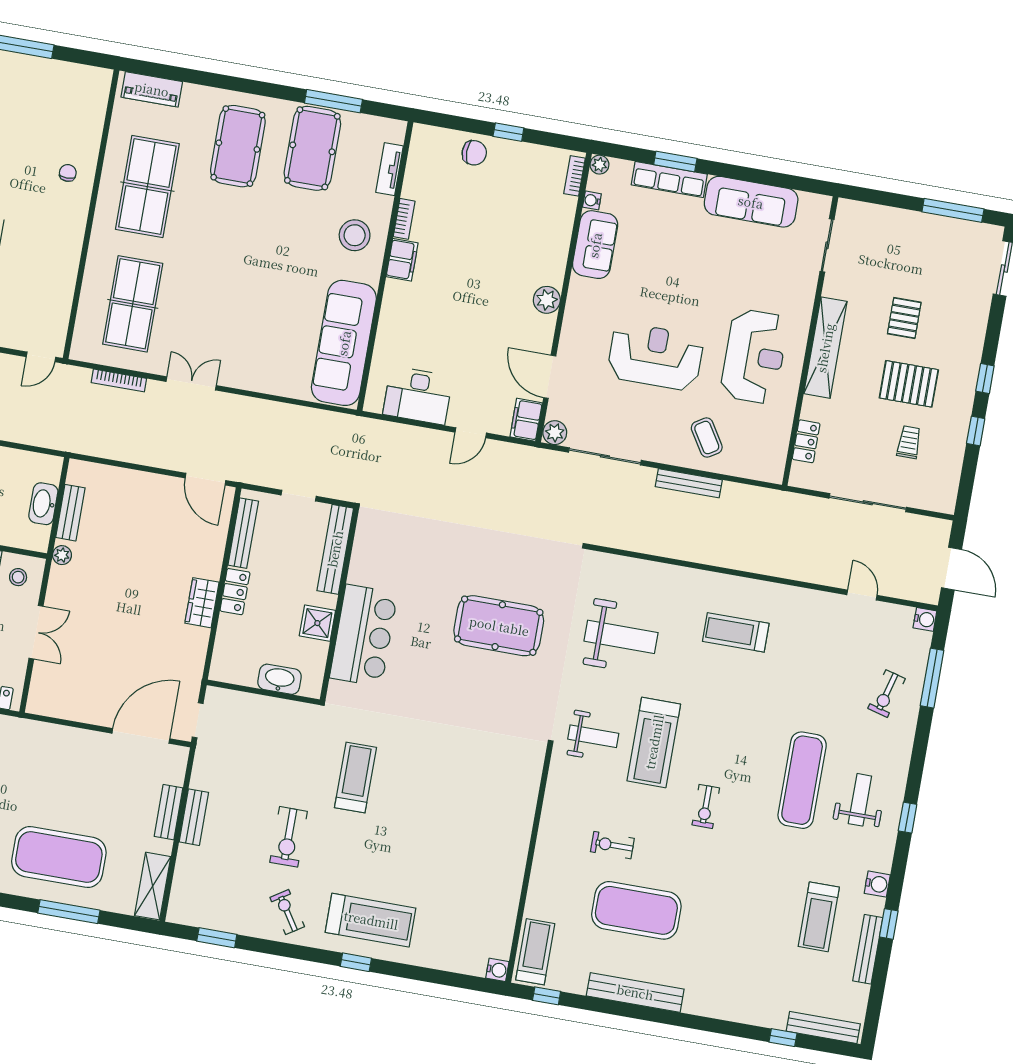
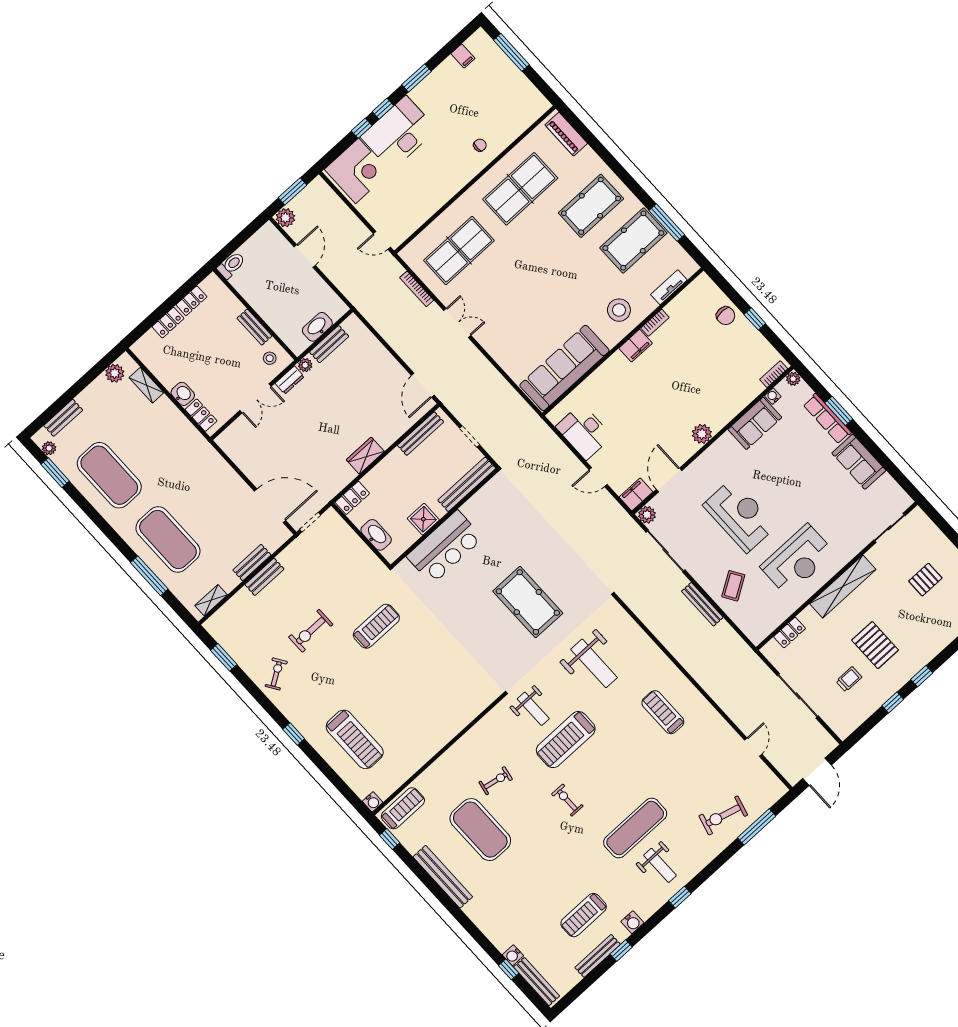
sofa: (751, 202) -> (859, 462), width x0.73
pallet: (904, 318) -> (925, 580), moved
dresser: (58, 584) -> (290, 380), added
locker: (235, 592) -> (352, 498), moved
water cooler: (925, 619) -> (513, 955), moved, turned 90
exercise bike: (887, 694) -> (723, 815), width x1.38, depth x1.39
weight bench: (860, 800) -> (660, 865), turned 90
exercise bike: (706, 806) -> (567, 800), turned 90
exercise bike: (612, 845) -> (496, 781), turned 101
shelving: (153, 886) -> (211, 600), width x0.67, depth x0.75
treadmill: (371, 920) -> (355, 739), moved

